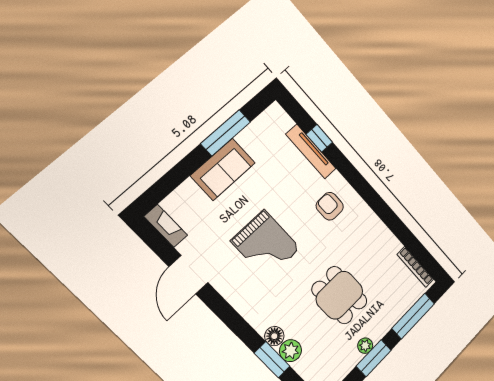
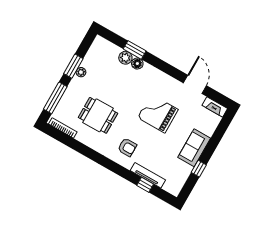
window: (226, 133) -> (199, 169), width x0.46
dining table: (340, 295) -> (98, 115), moved

